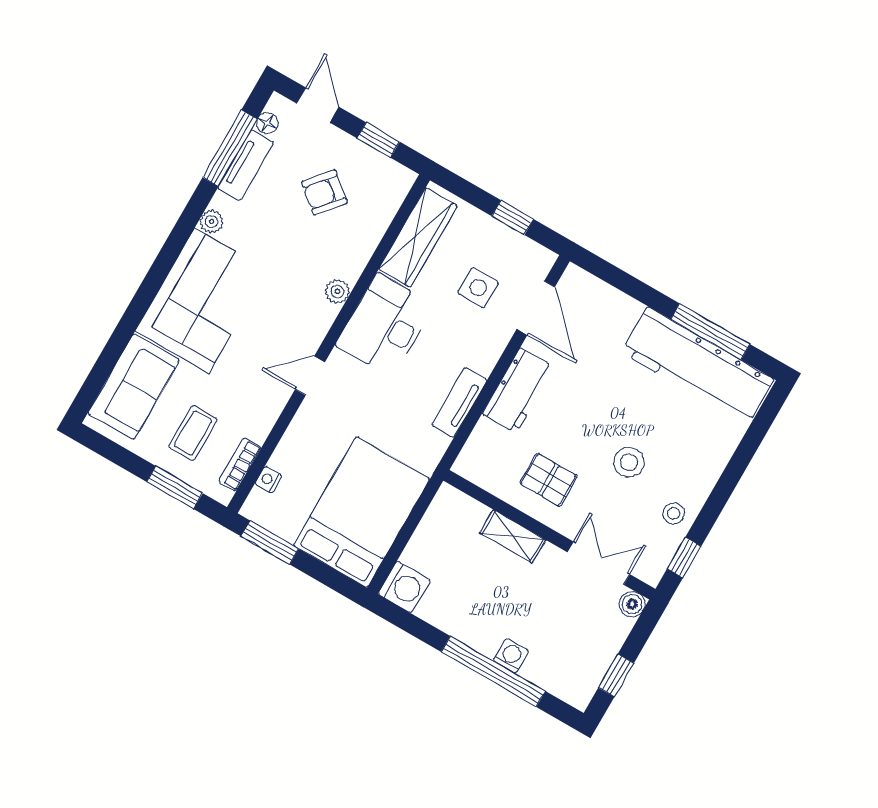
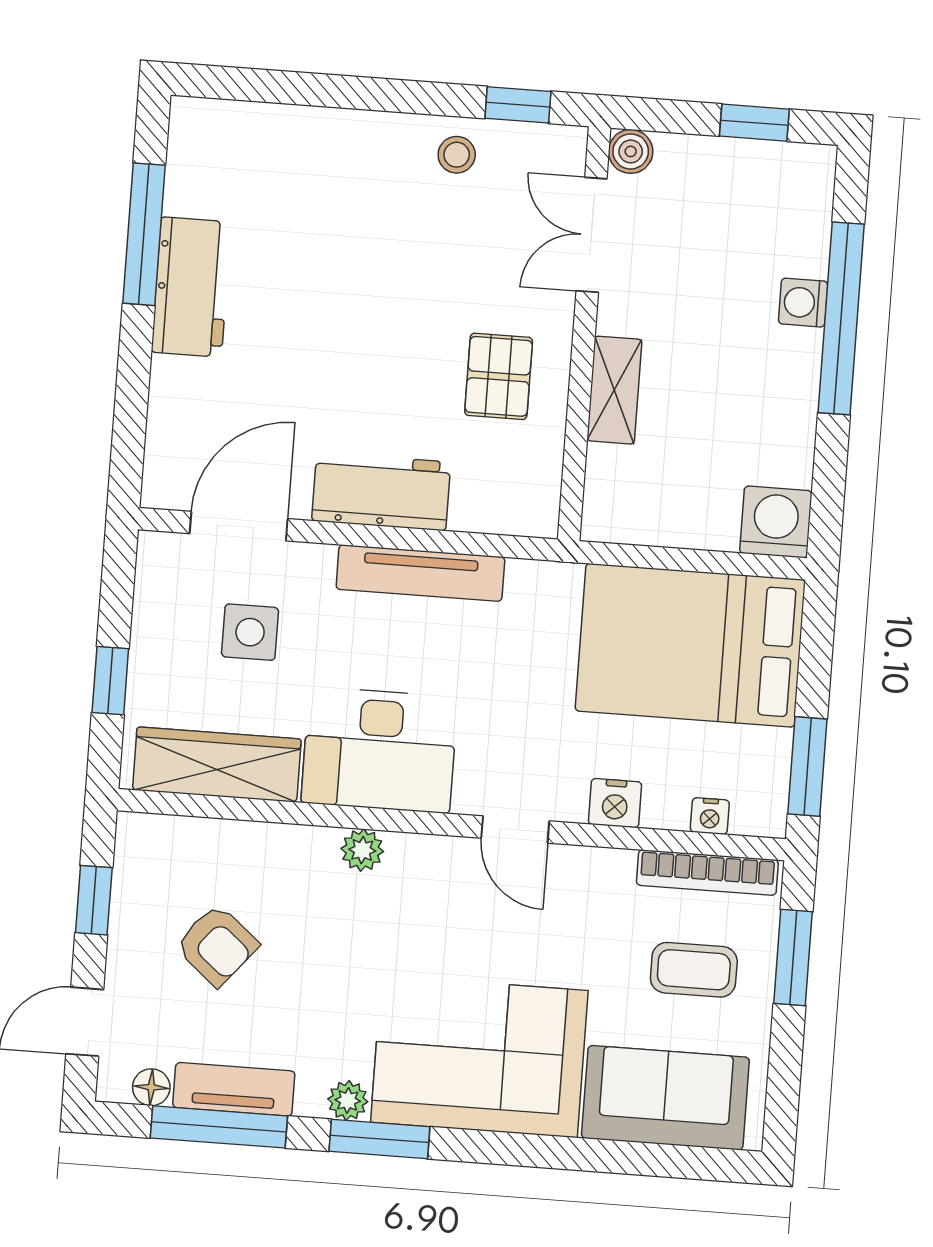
window: (513, 218) -> (110, 681), moved
window: (184, 228) -> (379, 1139), added
workbench: (698, 366) -> (191, 287), width x0.53, depth x0.76
tv unit: (459, 402) -> (420, 573), width x1.41
nightstand: (299, 434) -> (615, 803), added
stool: (629, 462) -> (410, 264), removed
bookcase: (240, 464) -> (707, 873), width x1.56

